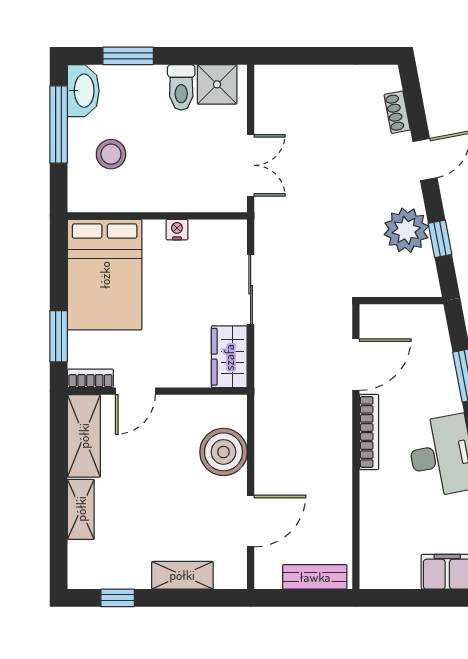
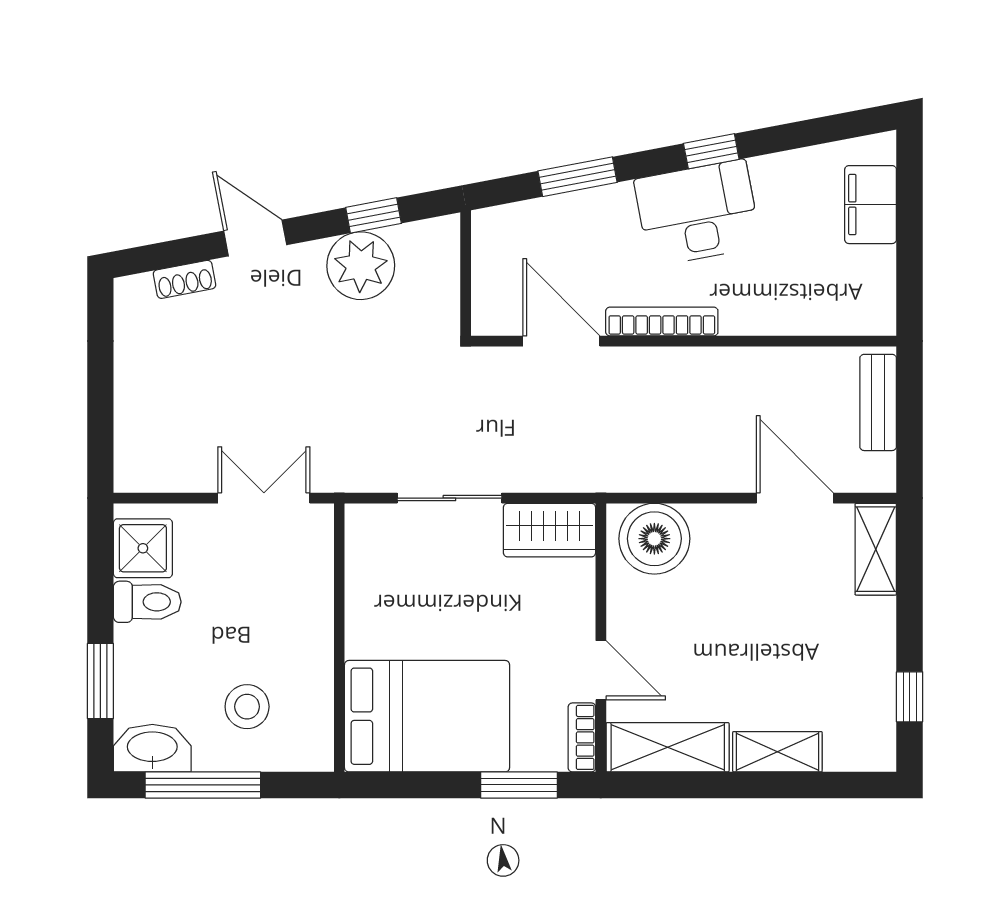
nightstand: (177, 230) -> (360, 608), removed
boiler: (223, 452) -> (654, 539), moved
shelving: (182, 575) -> (876, 549), moved

